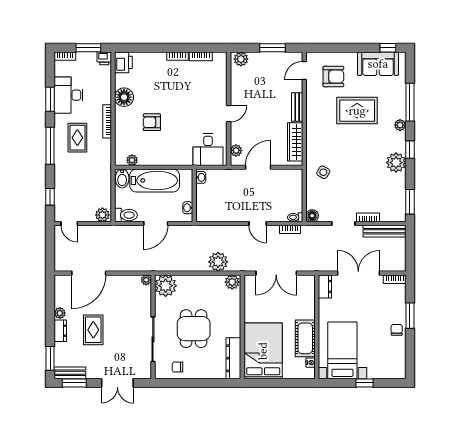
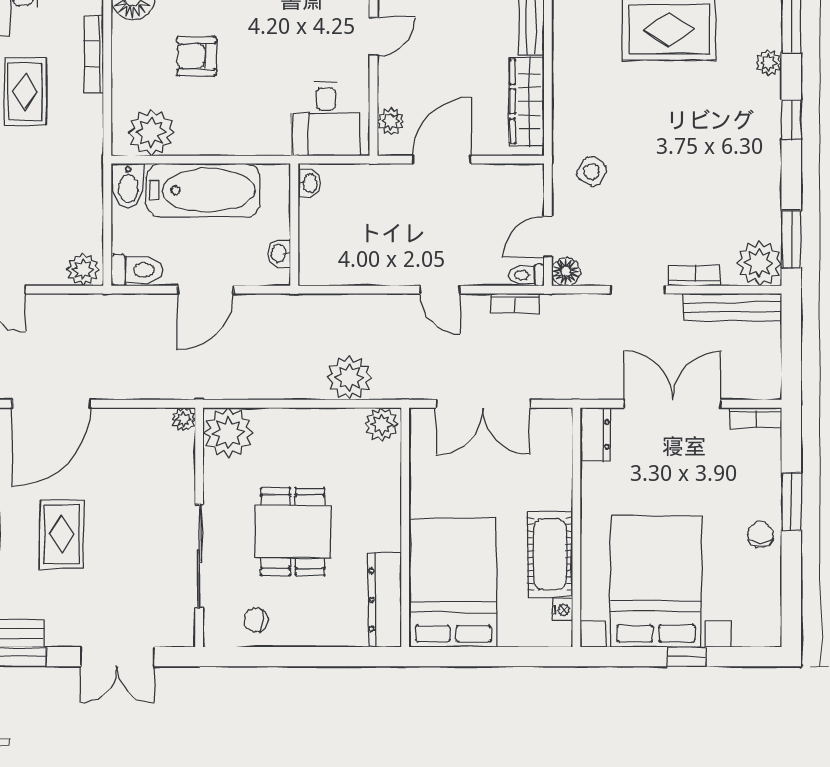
plant: (132, 160) -> (151, 132), width x1.87, depth x1.87
plant: (396, 163) -> (759, 263), moved
door: (304, 201) -> (548, 237), added
bed with nightstands: (342, 350) -> (656, 581), width x1.36

